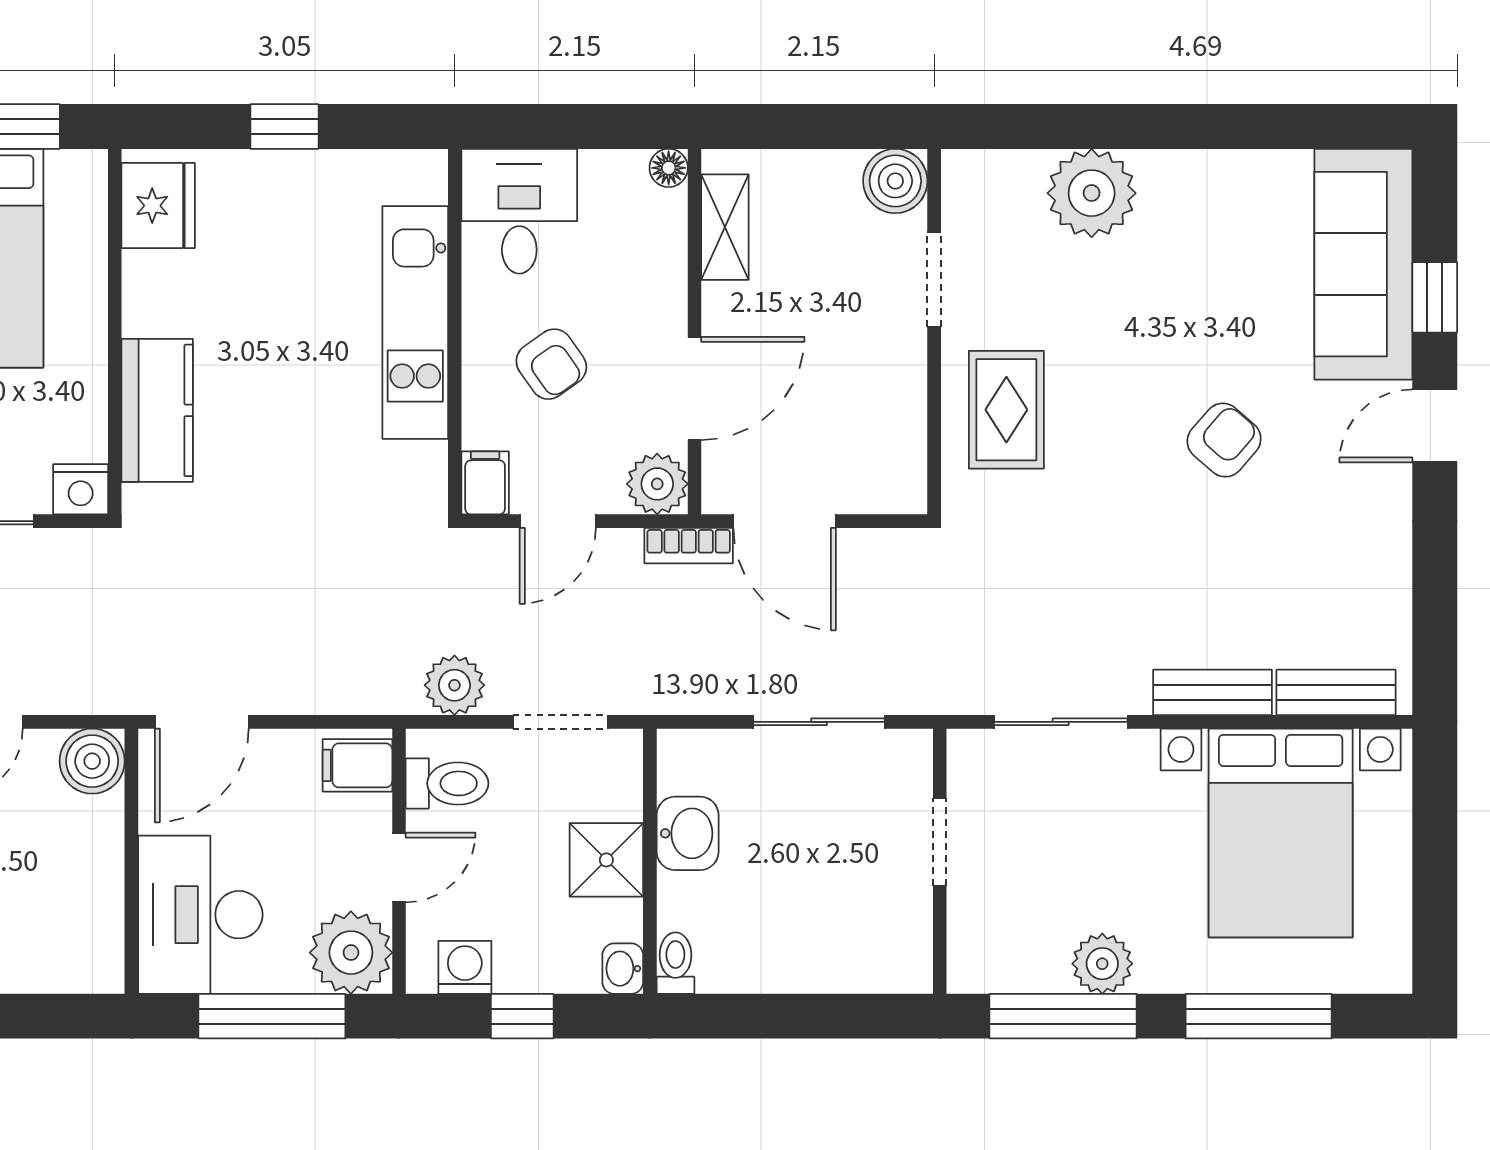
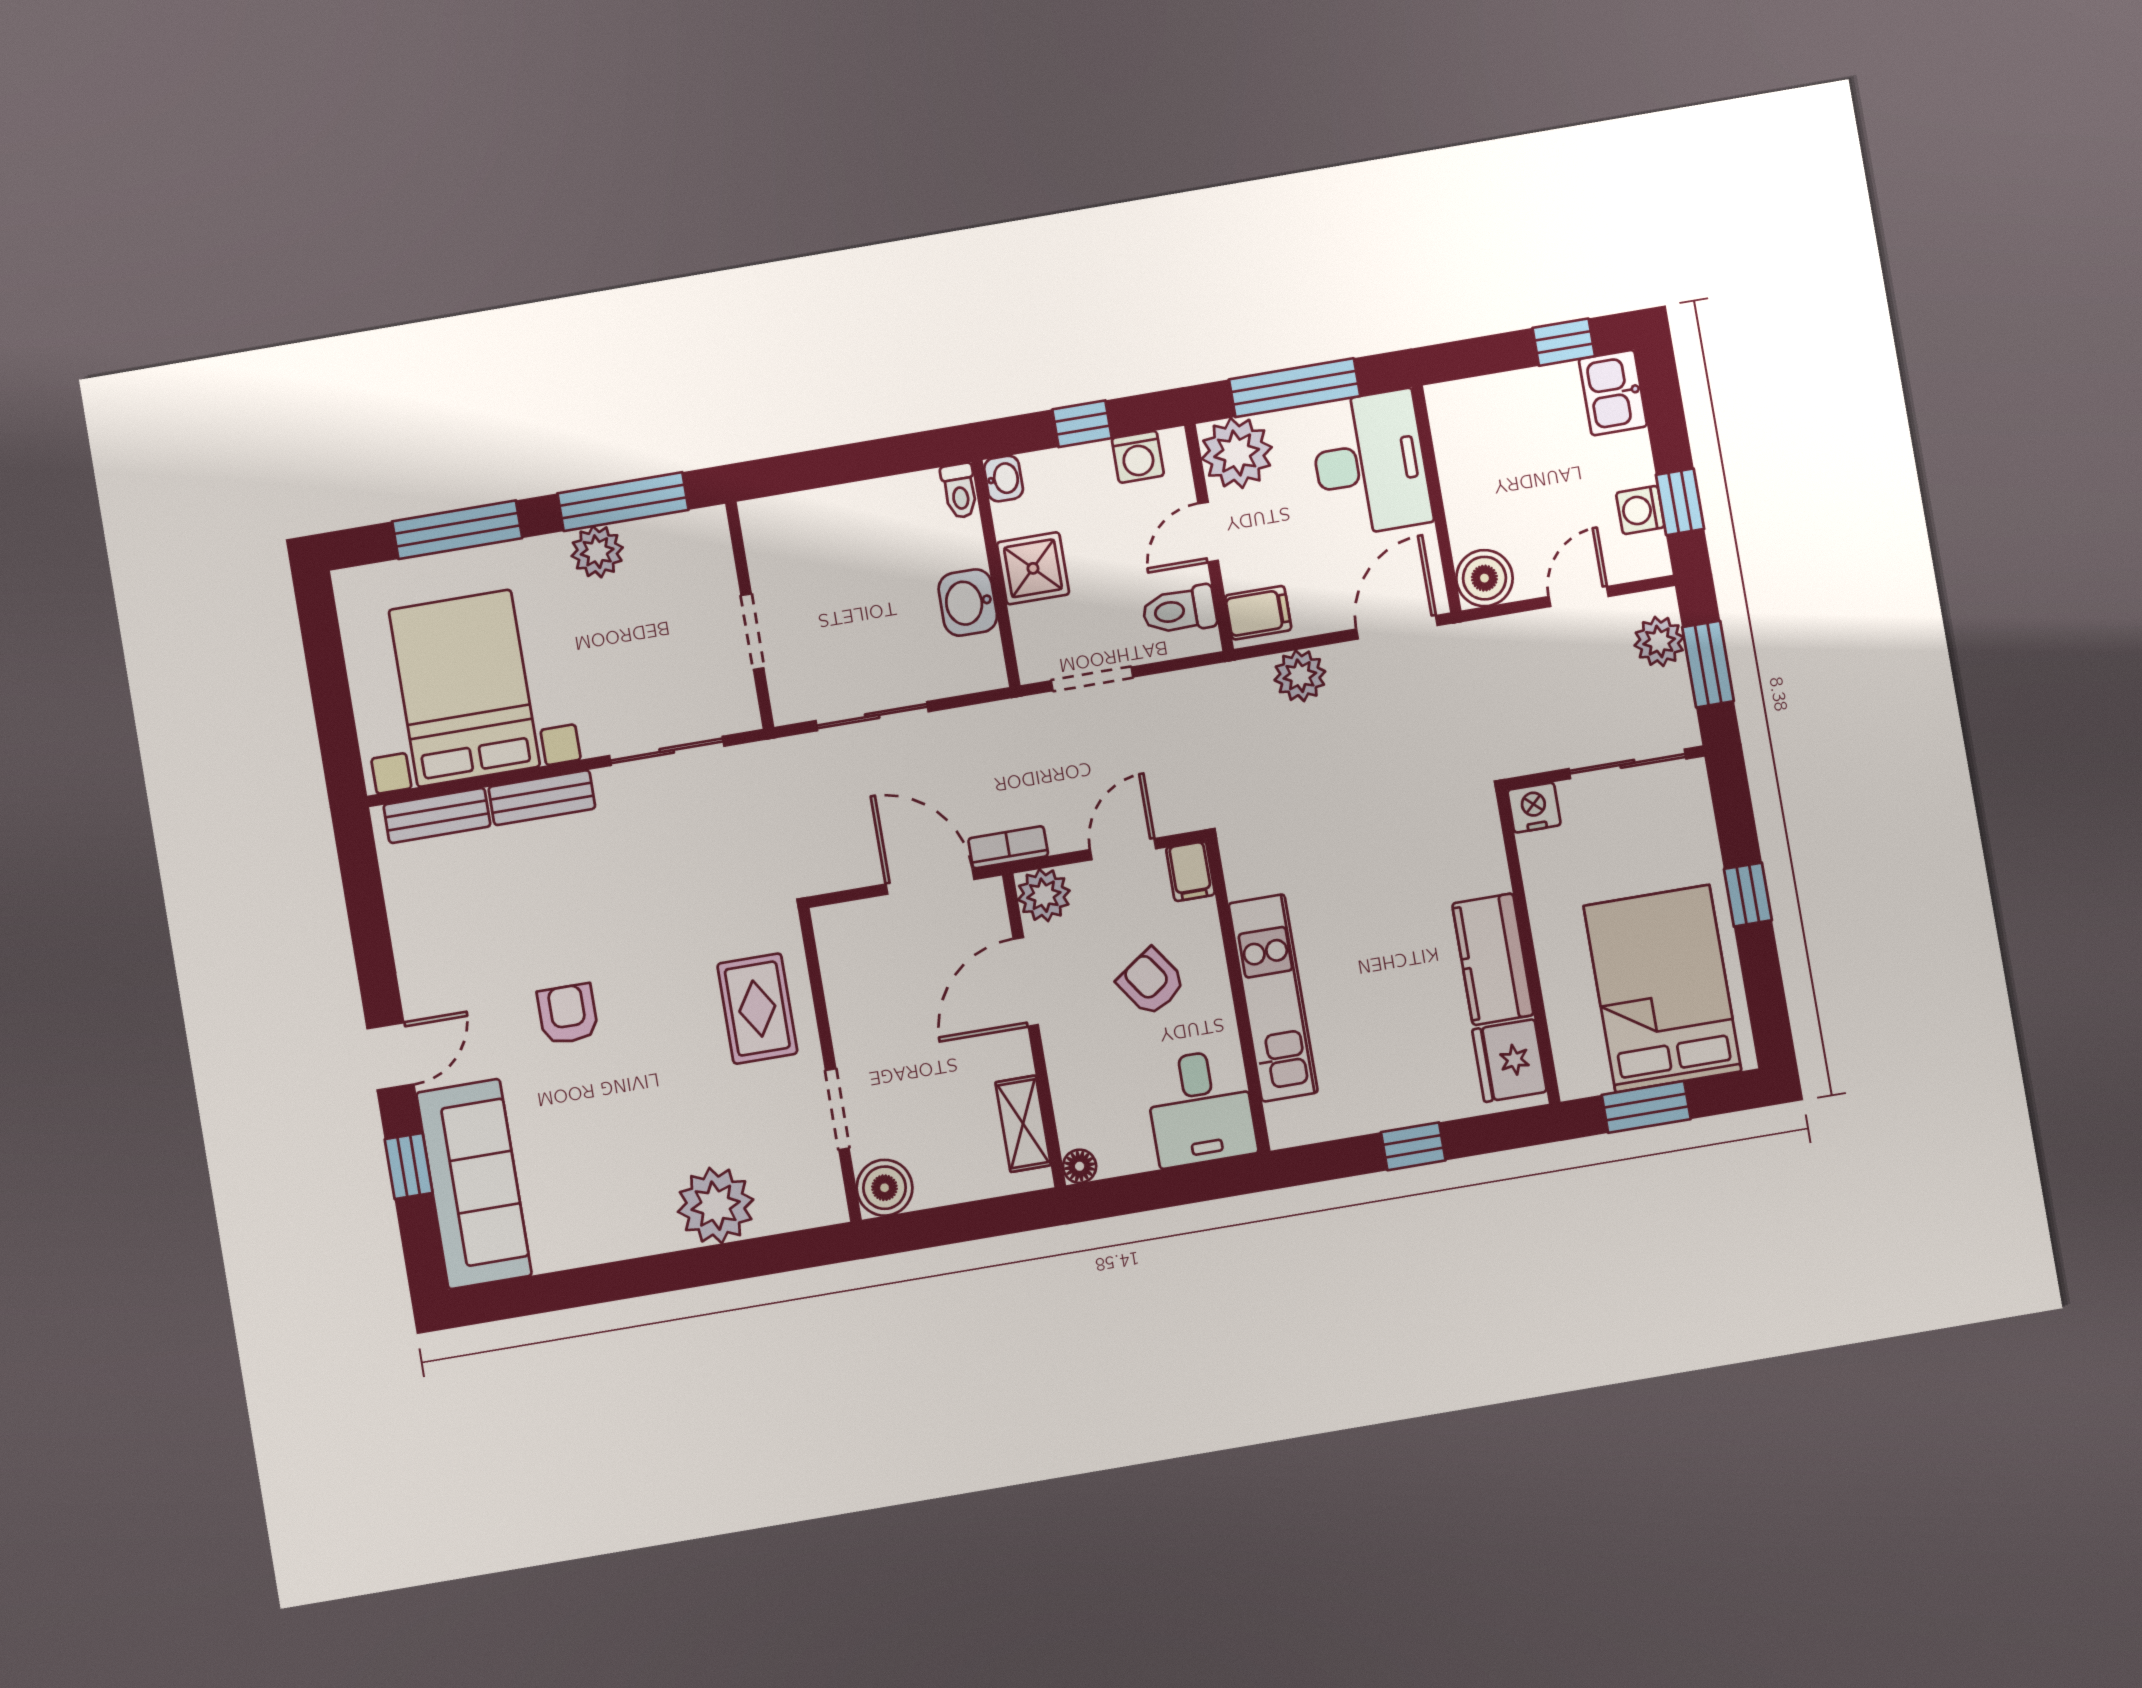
kitchen counter: (157, 410) -> (1493, 959), moved
armchair: (1224, 440) -> (568, 1014), turned 139
plant: (454, 685) -> (1300, 676), moved

